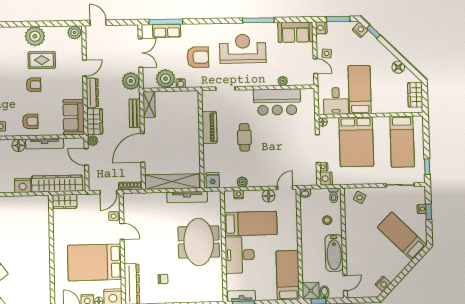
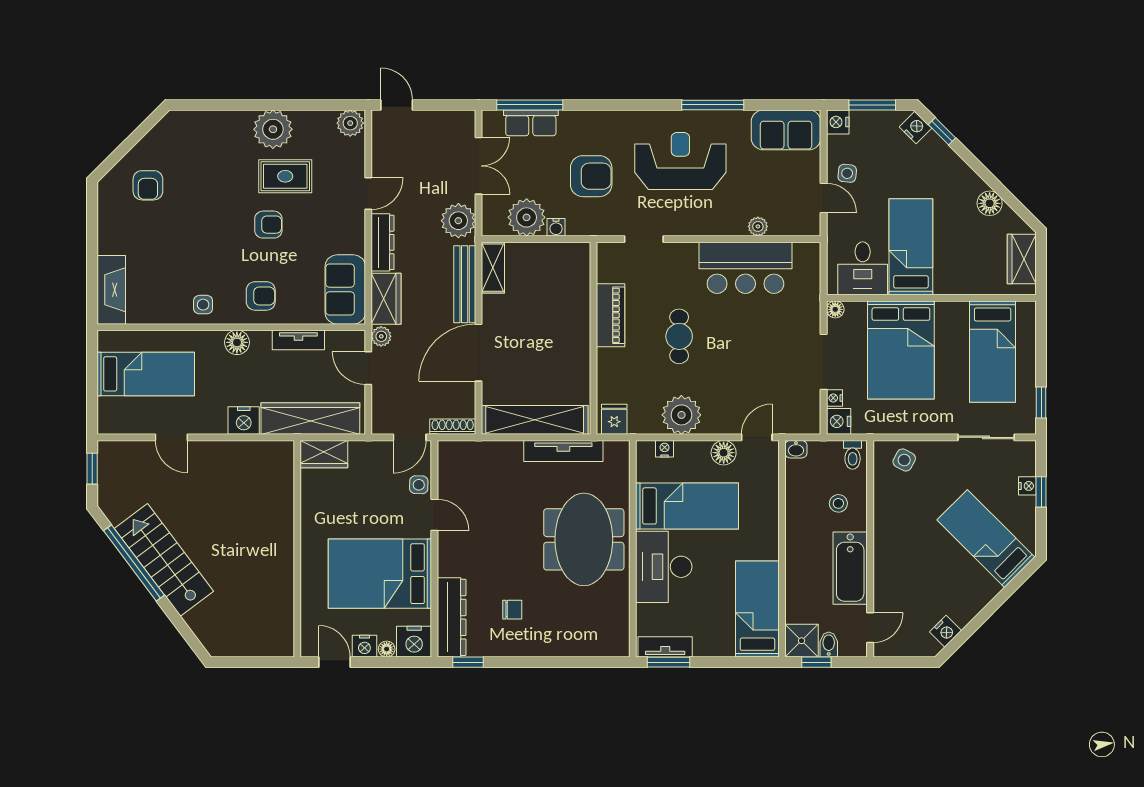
bench: (135, 113) -> (465, 284), width x1.36
tv unit: (45, 144) -> (298, 340), width x0.71
plant: (242, 182) -> (681, 415), width x1.88, depth x1.88

